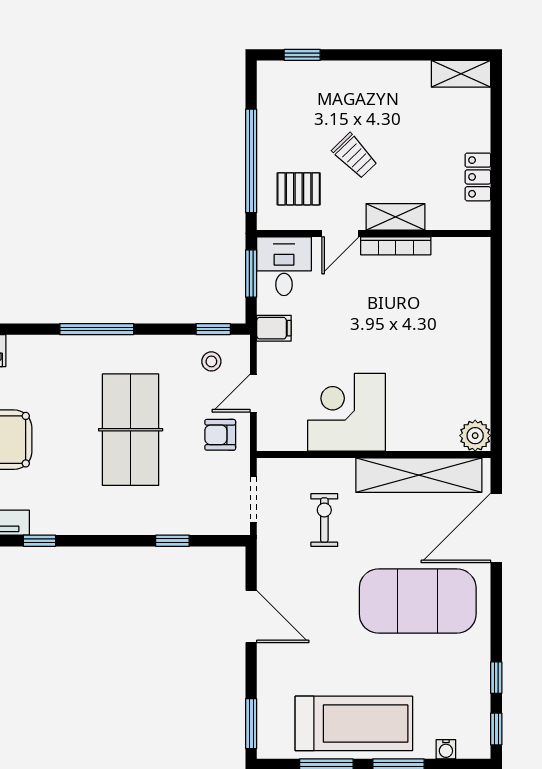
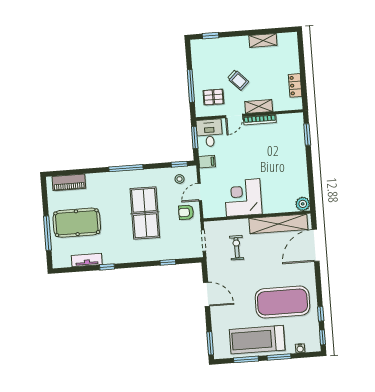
shelving: (461, 74) -> (263, 40), moved
window: (251, 161) -> (191, 86), width x0.68
window: (496, 286) -> (307, 134), added
exercise mat: (418, 601) -> (282, 302), moved
treadmill: (354, 723) -> (257, 340), turned 180

